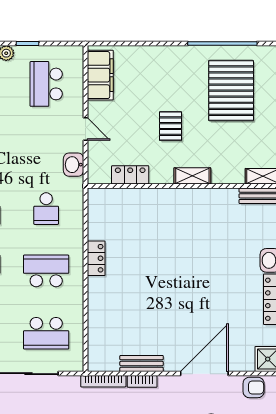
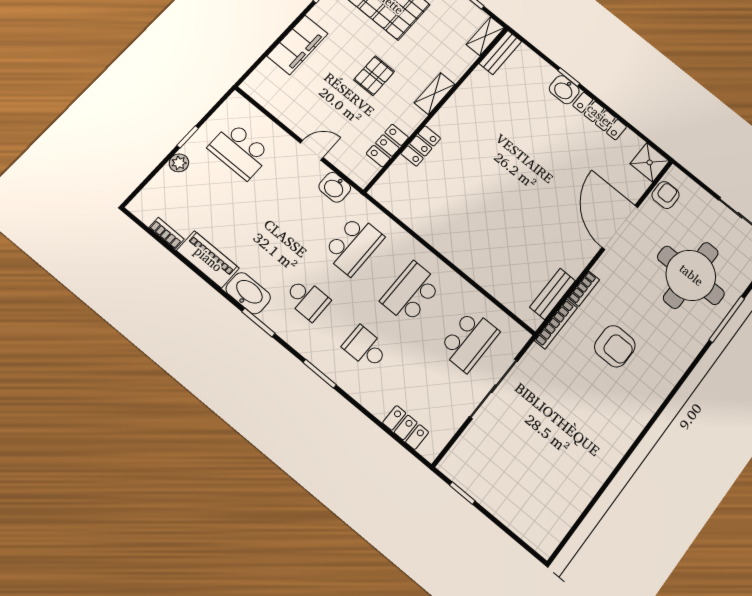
filing cabinet: (100, 75) -> (297, 45), moved, turned 90
pallet: (171, 126) -> (374, 76), turned 90
school desk: (46, 209) -> (354, 245), width x1.85
locker: (96, 258) -> (421, 146), moved, turned 90
bench: (142, 364) -> (553, 294), moved

